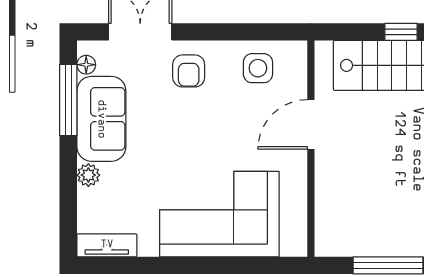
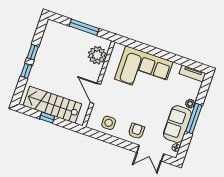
window: (68, 100) -> (194, 118), moved
door: (311, 124) -> (95, 93), swing flipped
plant: (337, 212) -> (97, 55), added

